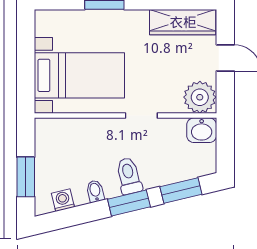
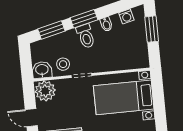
stool: (168, 136) -> (63, 64), added

